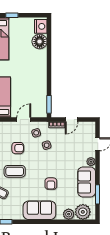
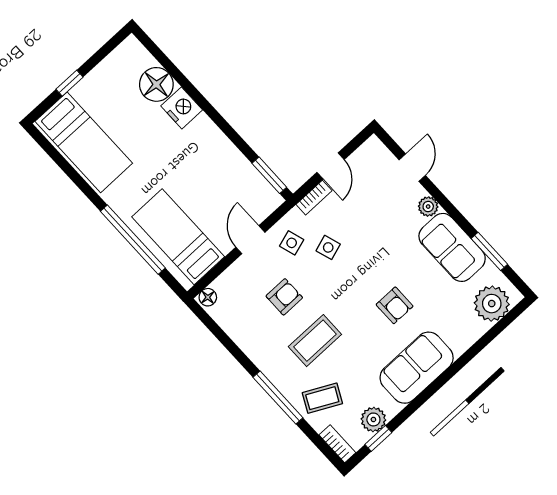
nightstand: (41, 26) -> (182, 108), moved
plant: (69, 214) -> (373, 419), moved

